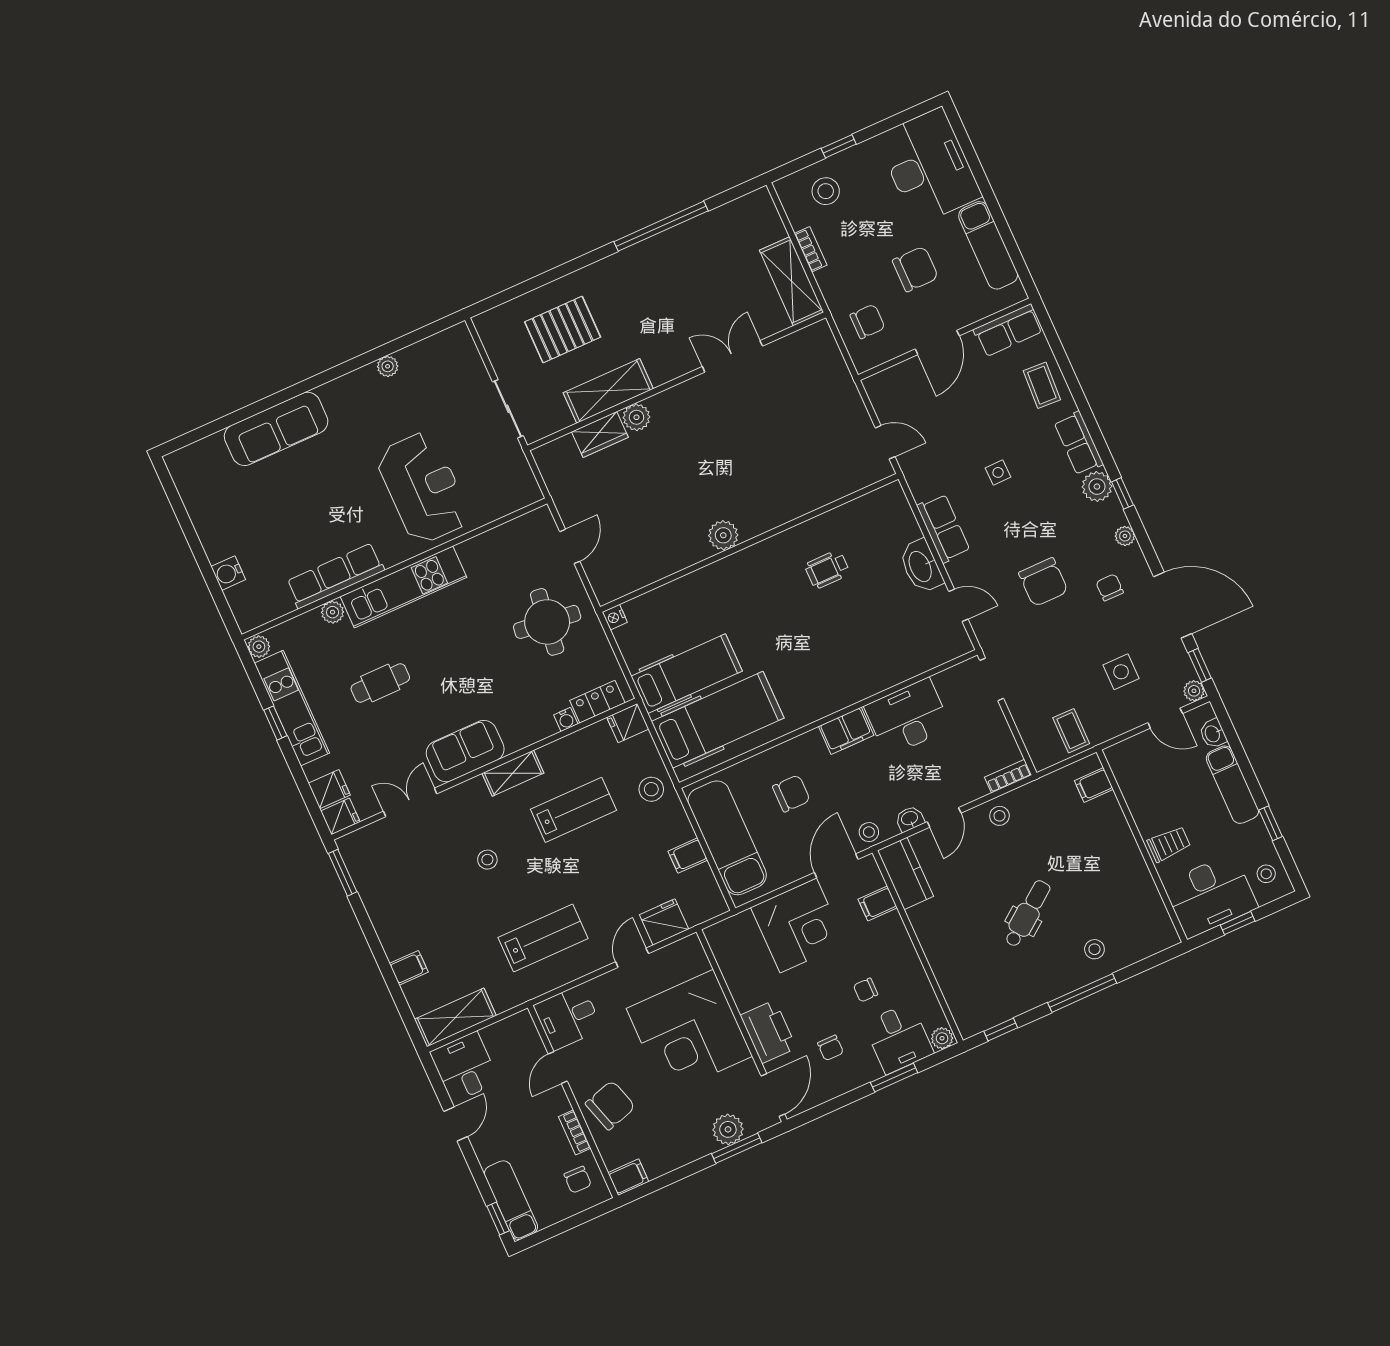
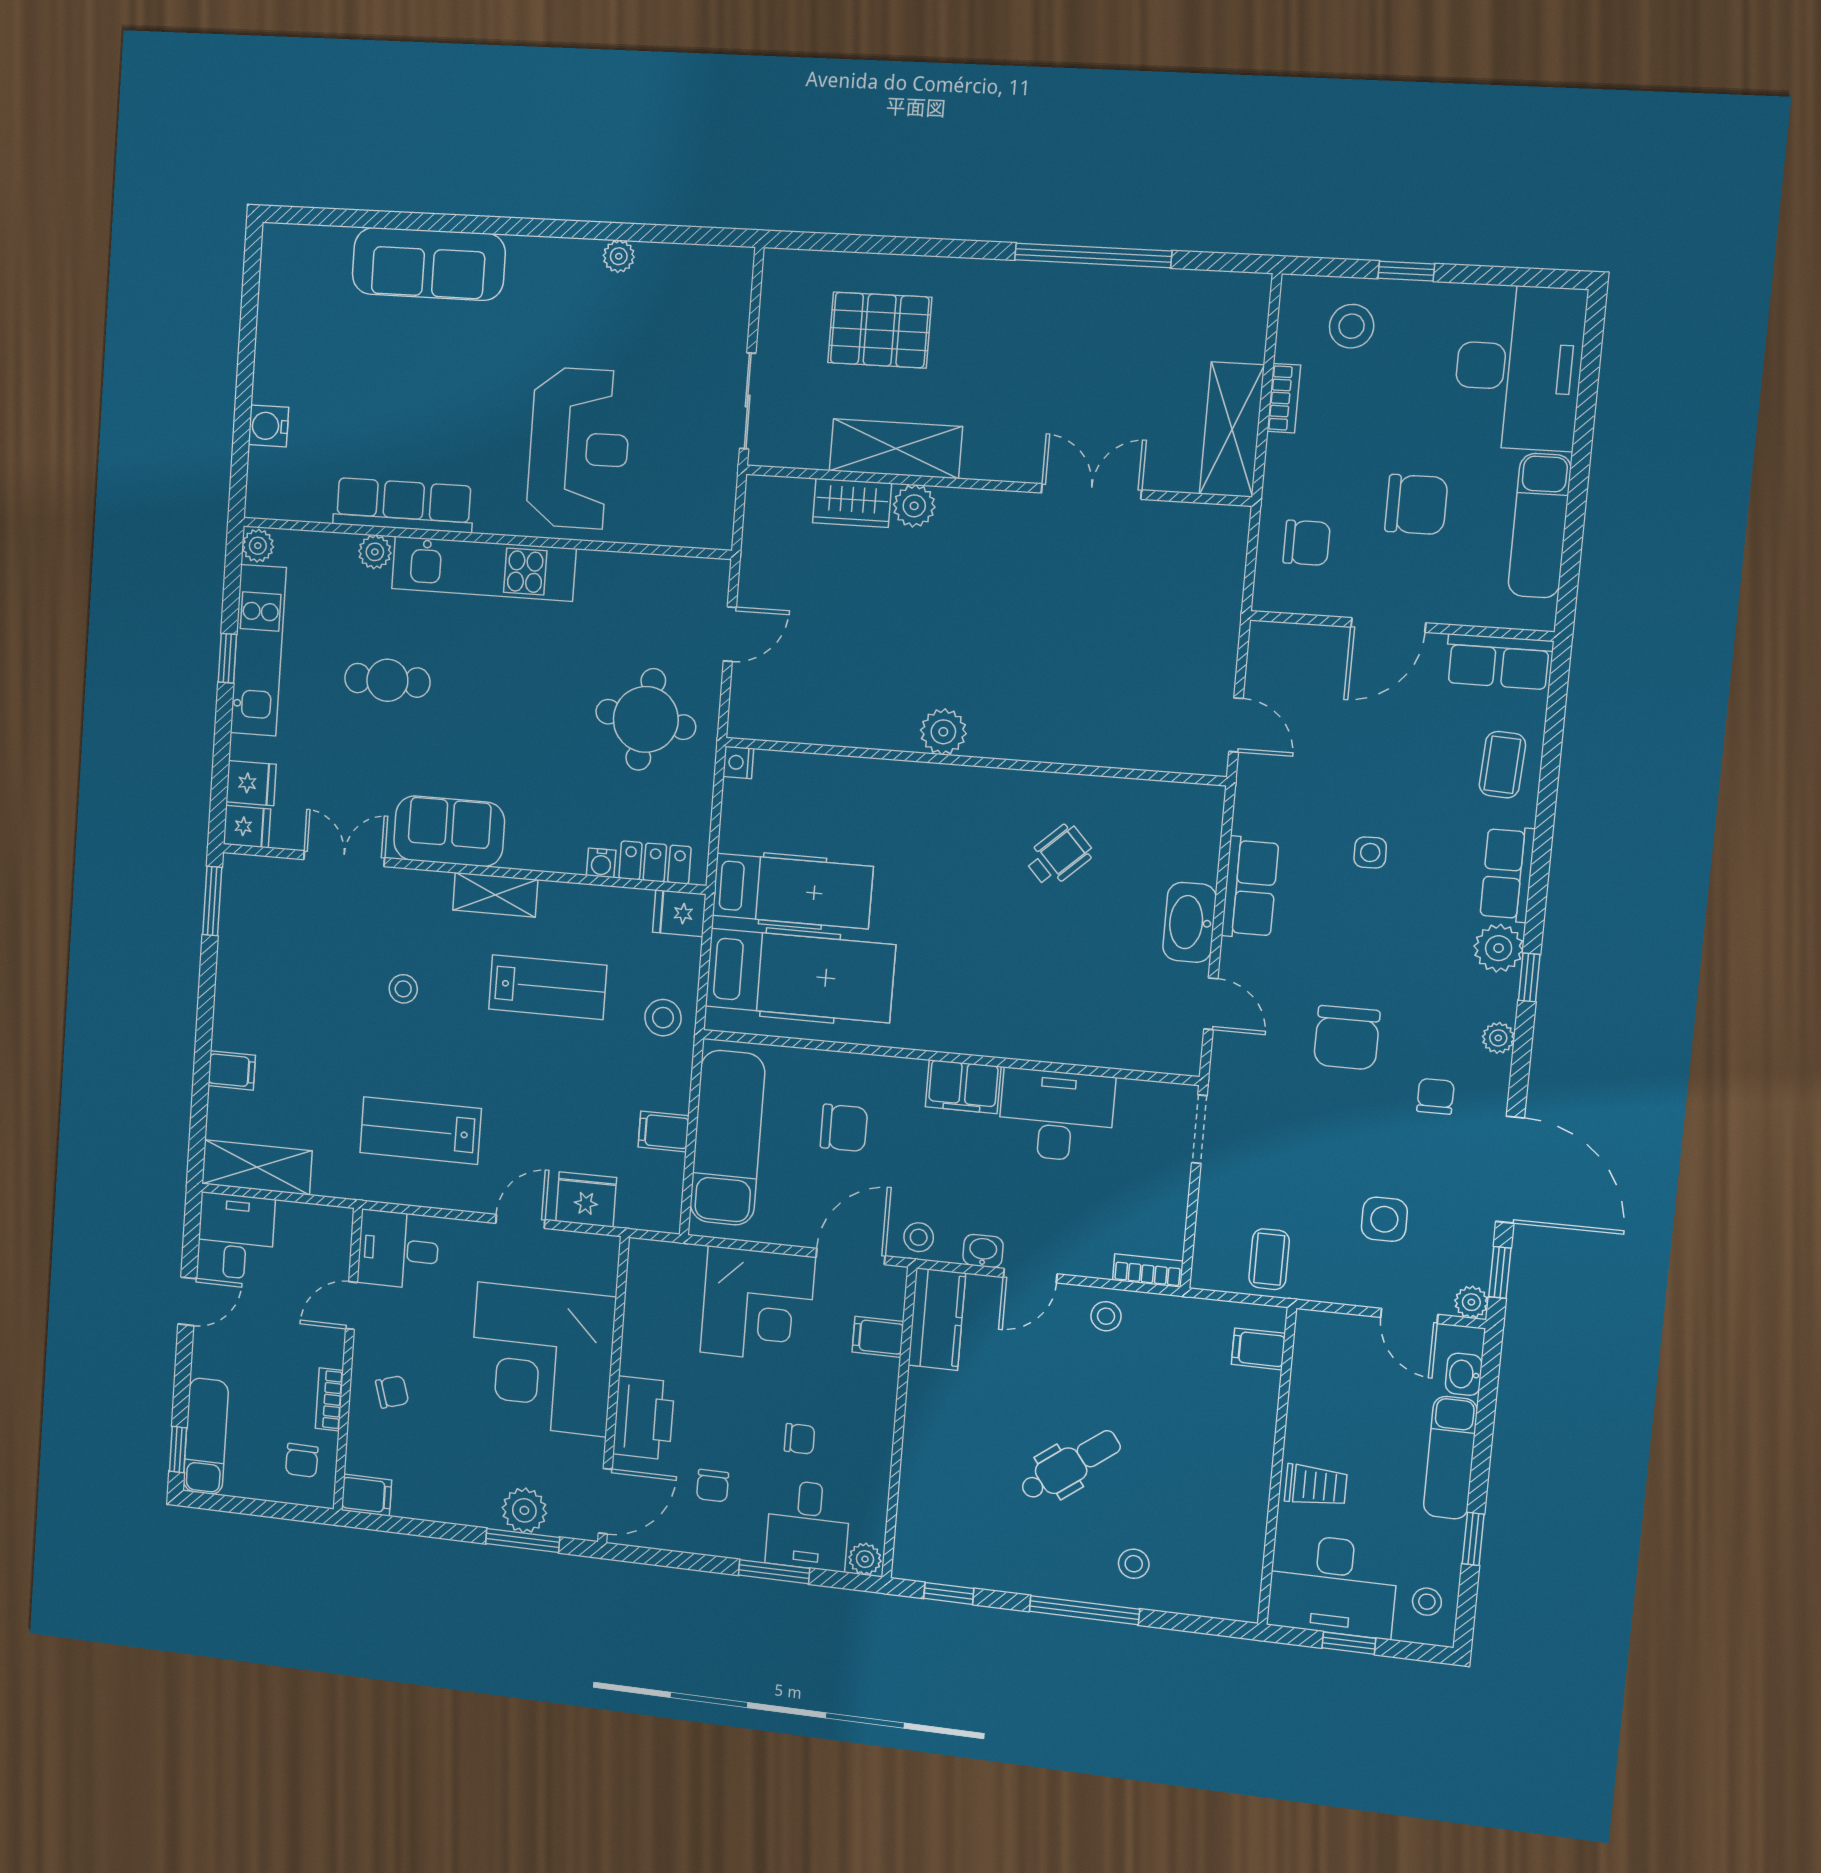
wheelchair: (827, 569) -> (1059, 856), turned 137
lab bench: (543, 938) -> (421, 1130), turned 180
chair: (866, 990) -> (799, 1439), turned 180
chair: (610, 1105) -> (392, 1392), width x0.54, depth x0.54

